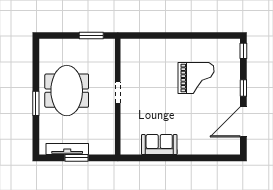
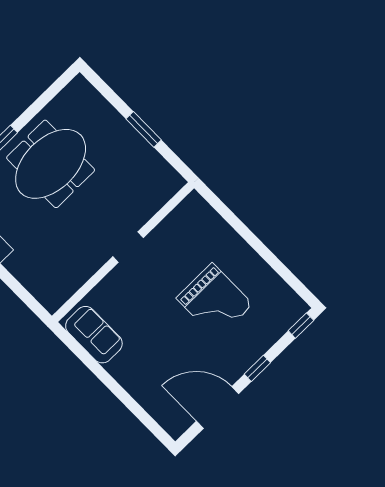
doorway: (118, 92) -> (128, 247), moved
wall: (118, 97) -> (123, 252), moved

